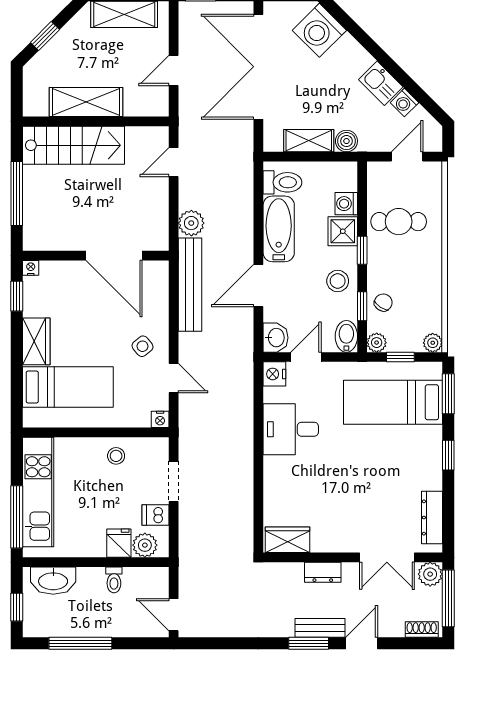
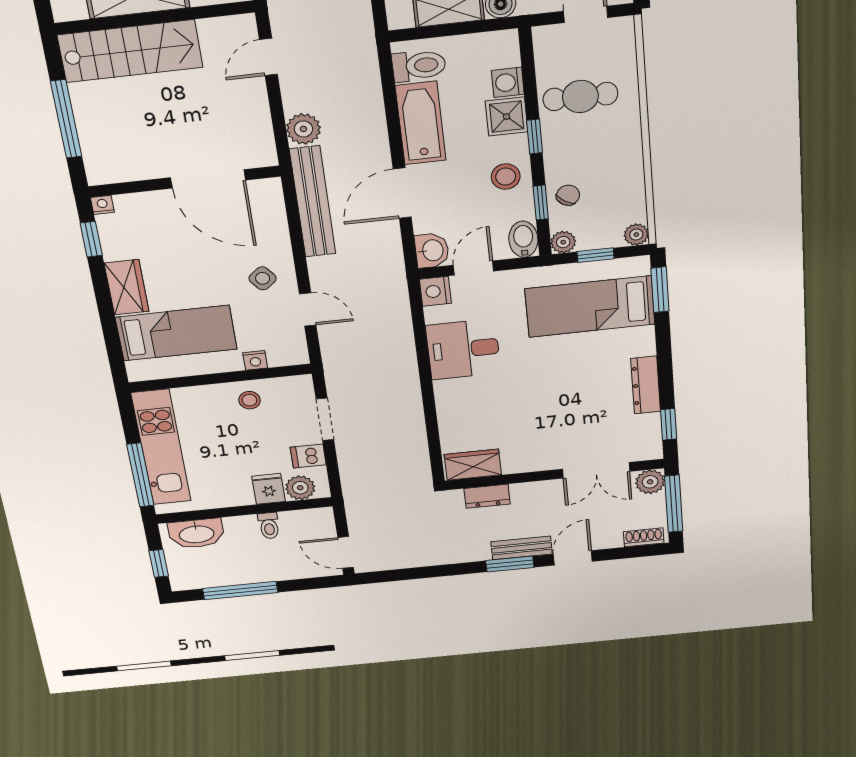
nightstand: (160, 419) -> (255, 360), moved
window: (448, 455) -> (669, 424), moved
dresser: (432, 518) -> (646, 385), moved
dresser: (323, 572) -> (487, 496), moved

